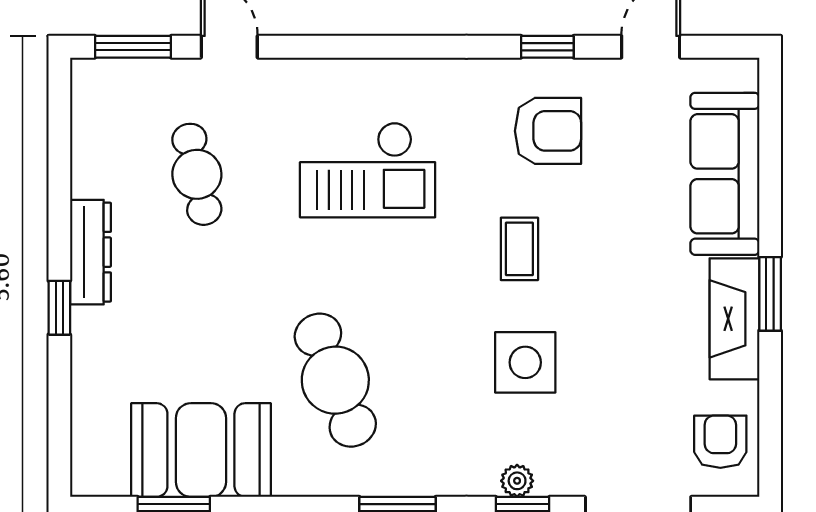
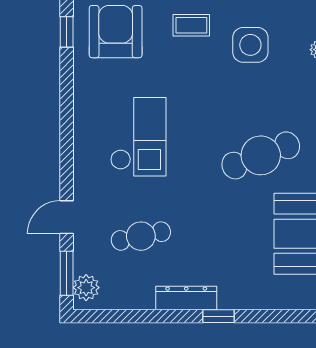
plant: (108, 80) -> (86, 288), added
armchair: (548, 131) -> (116, 32), width x1.36, depth x1.36
coffee table: (519, 249) -> (191, 25), moved

